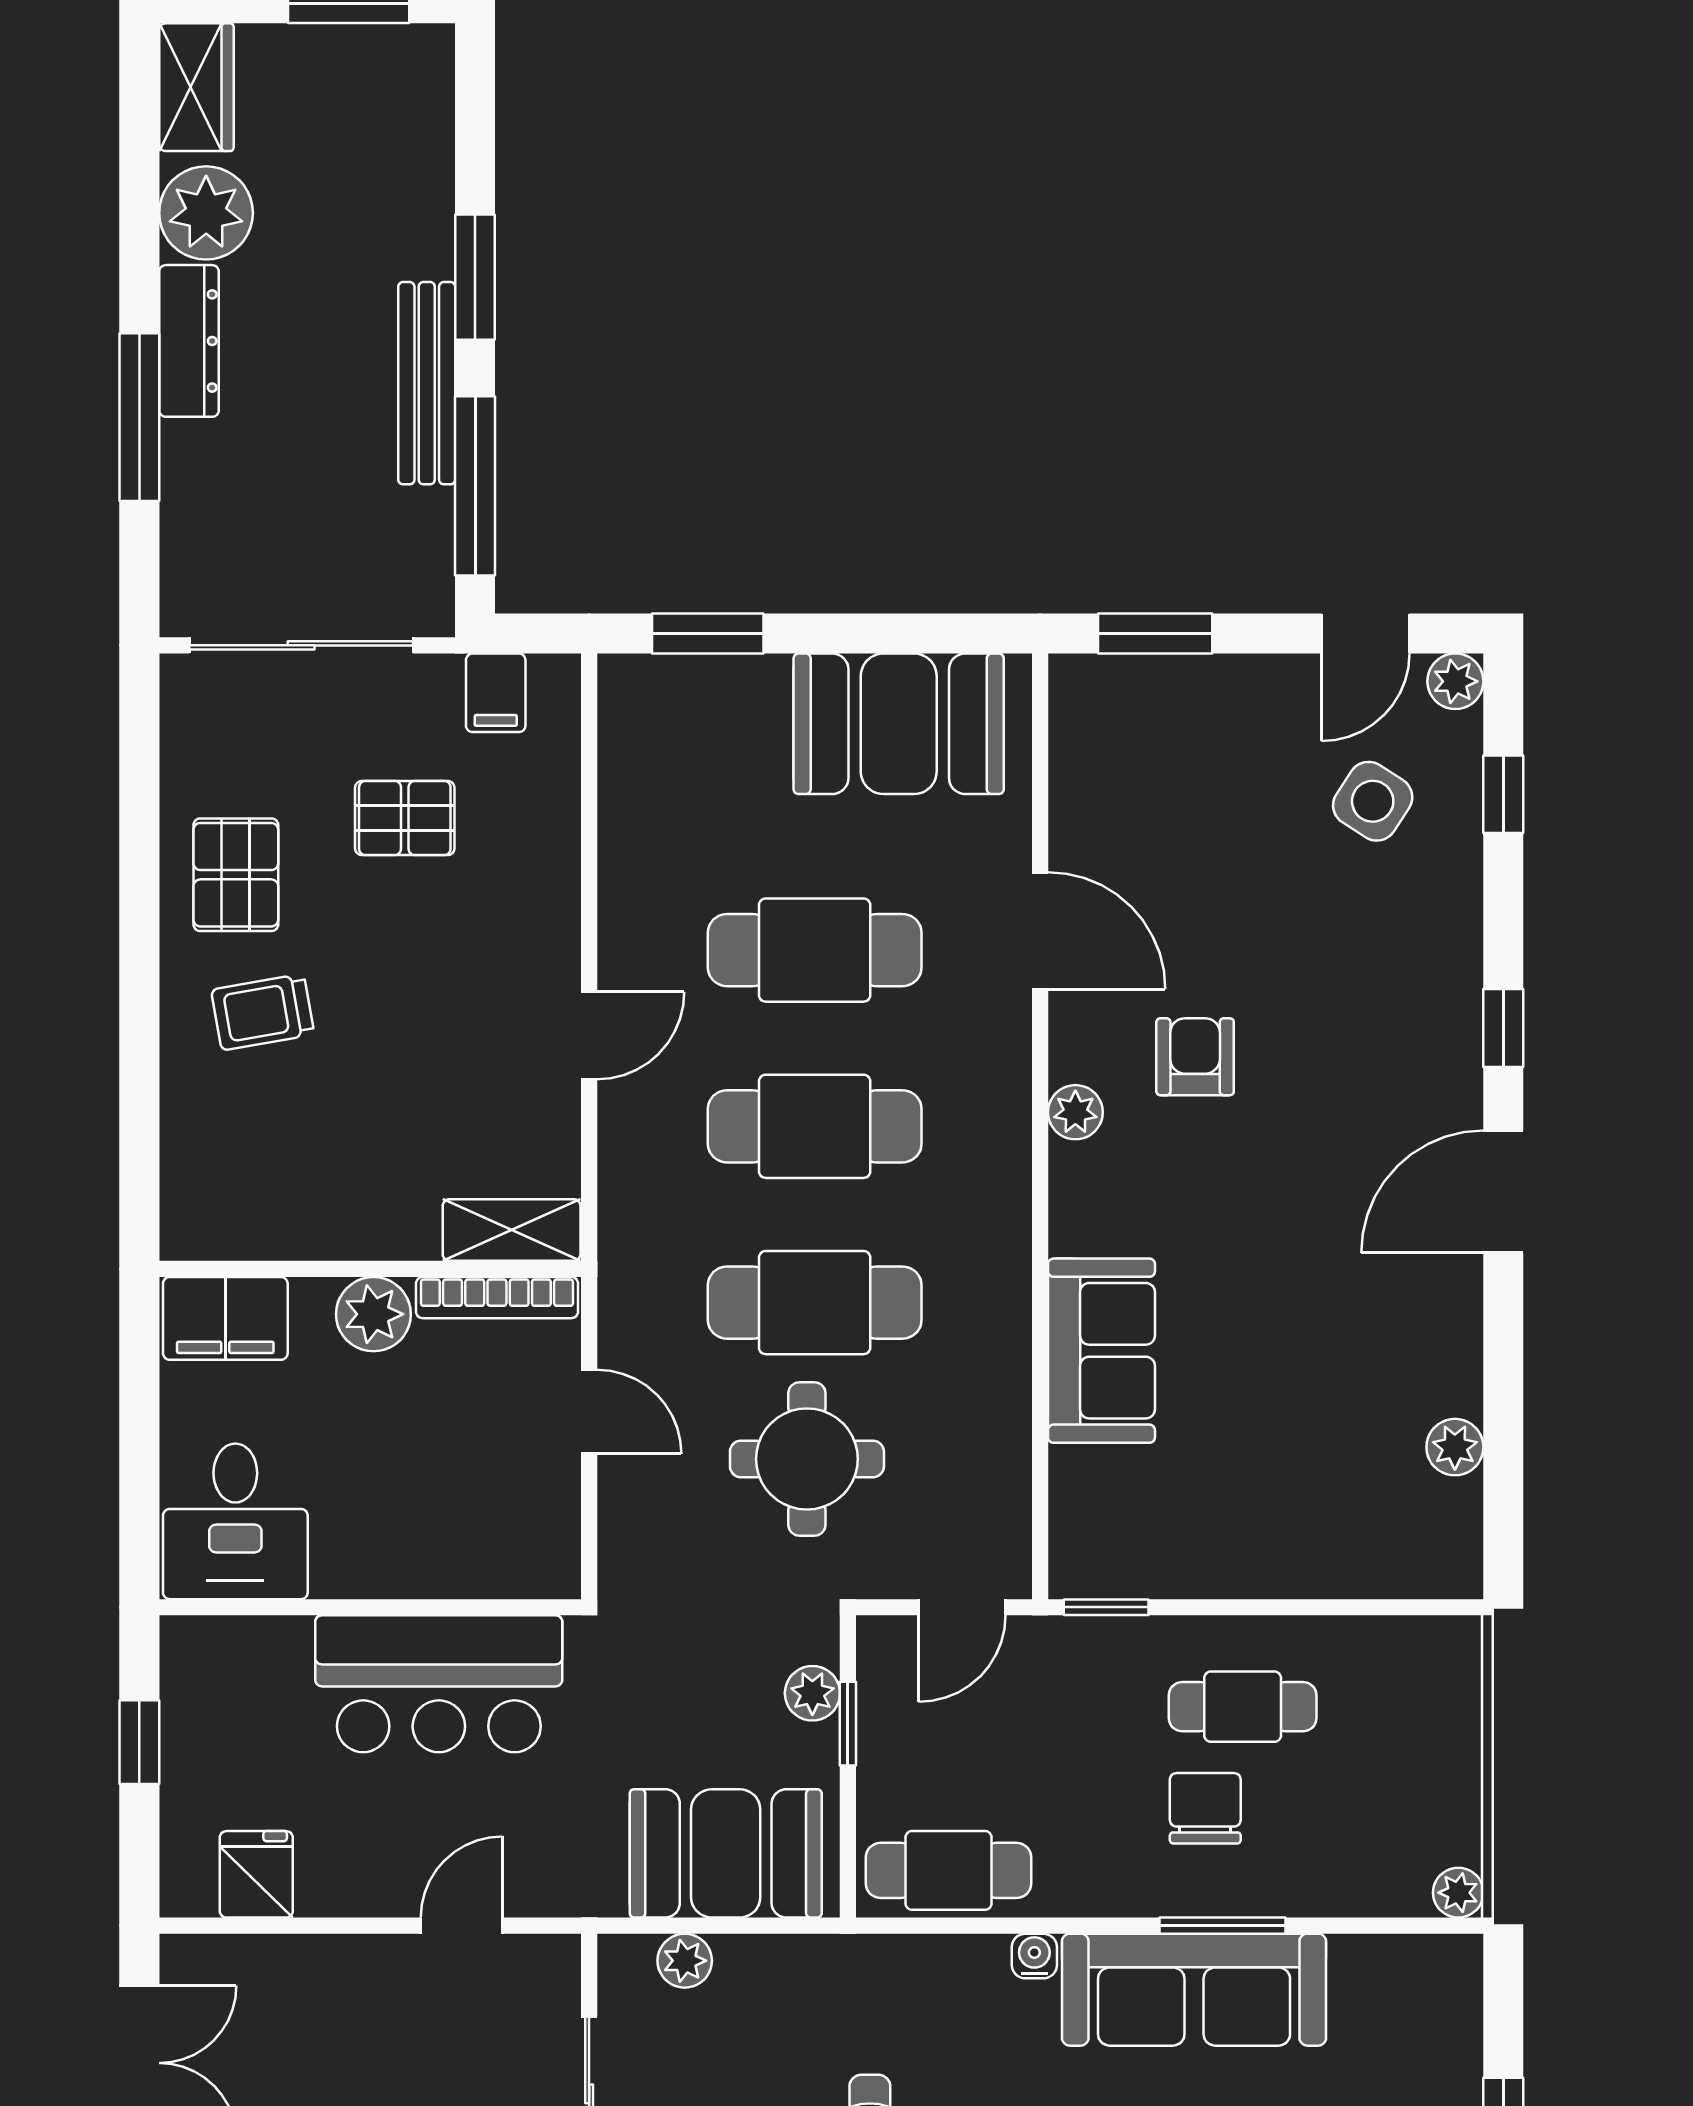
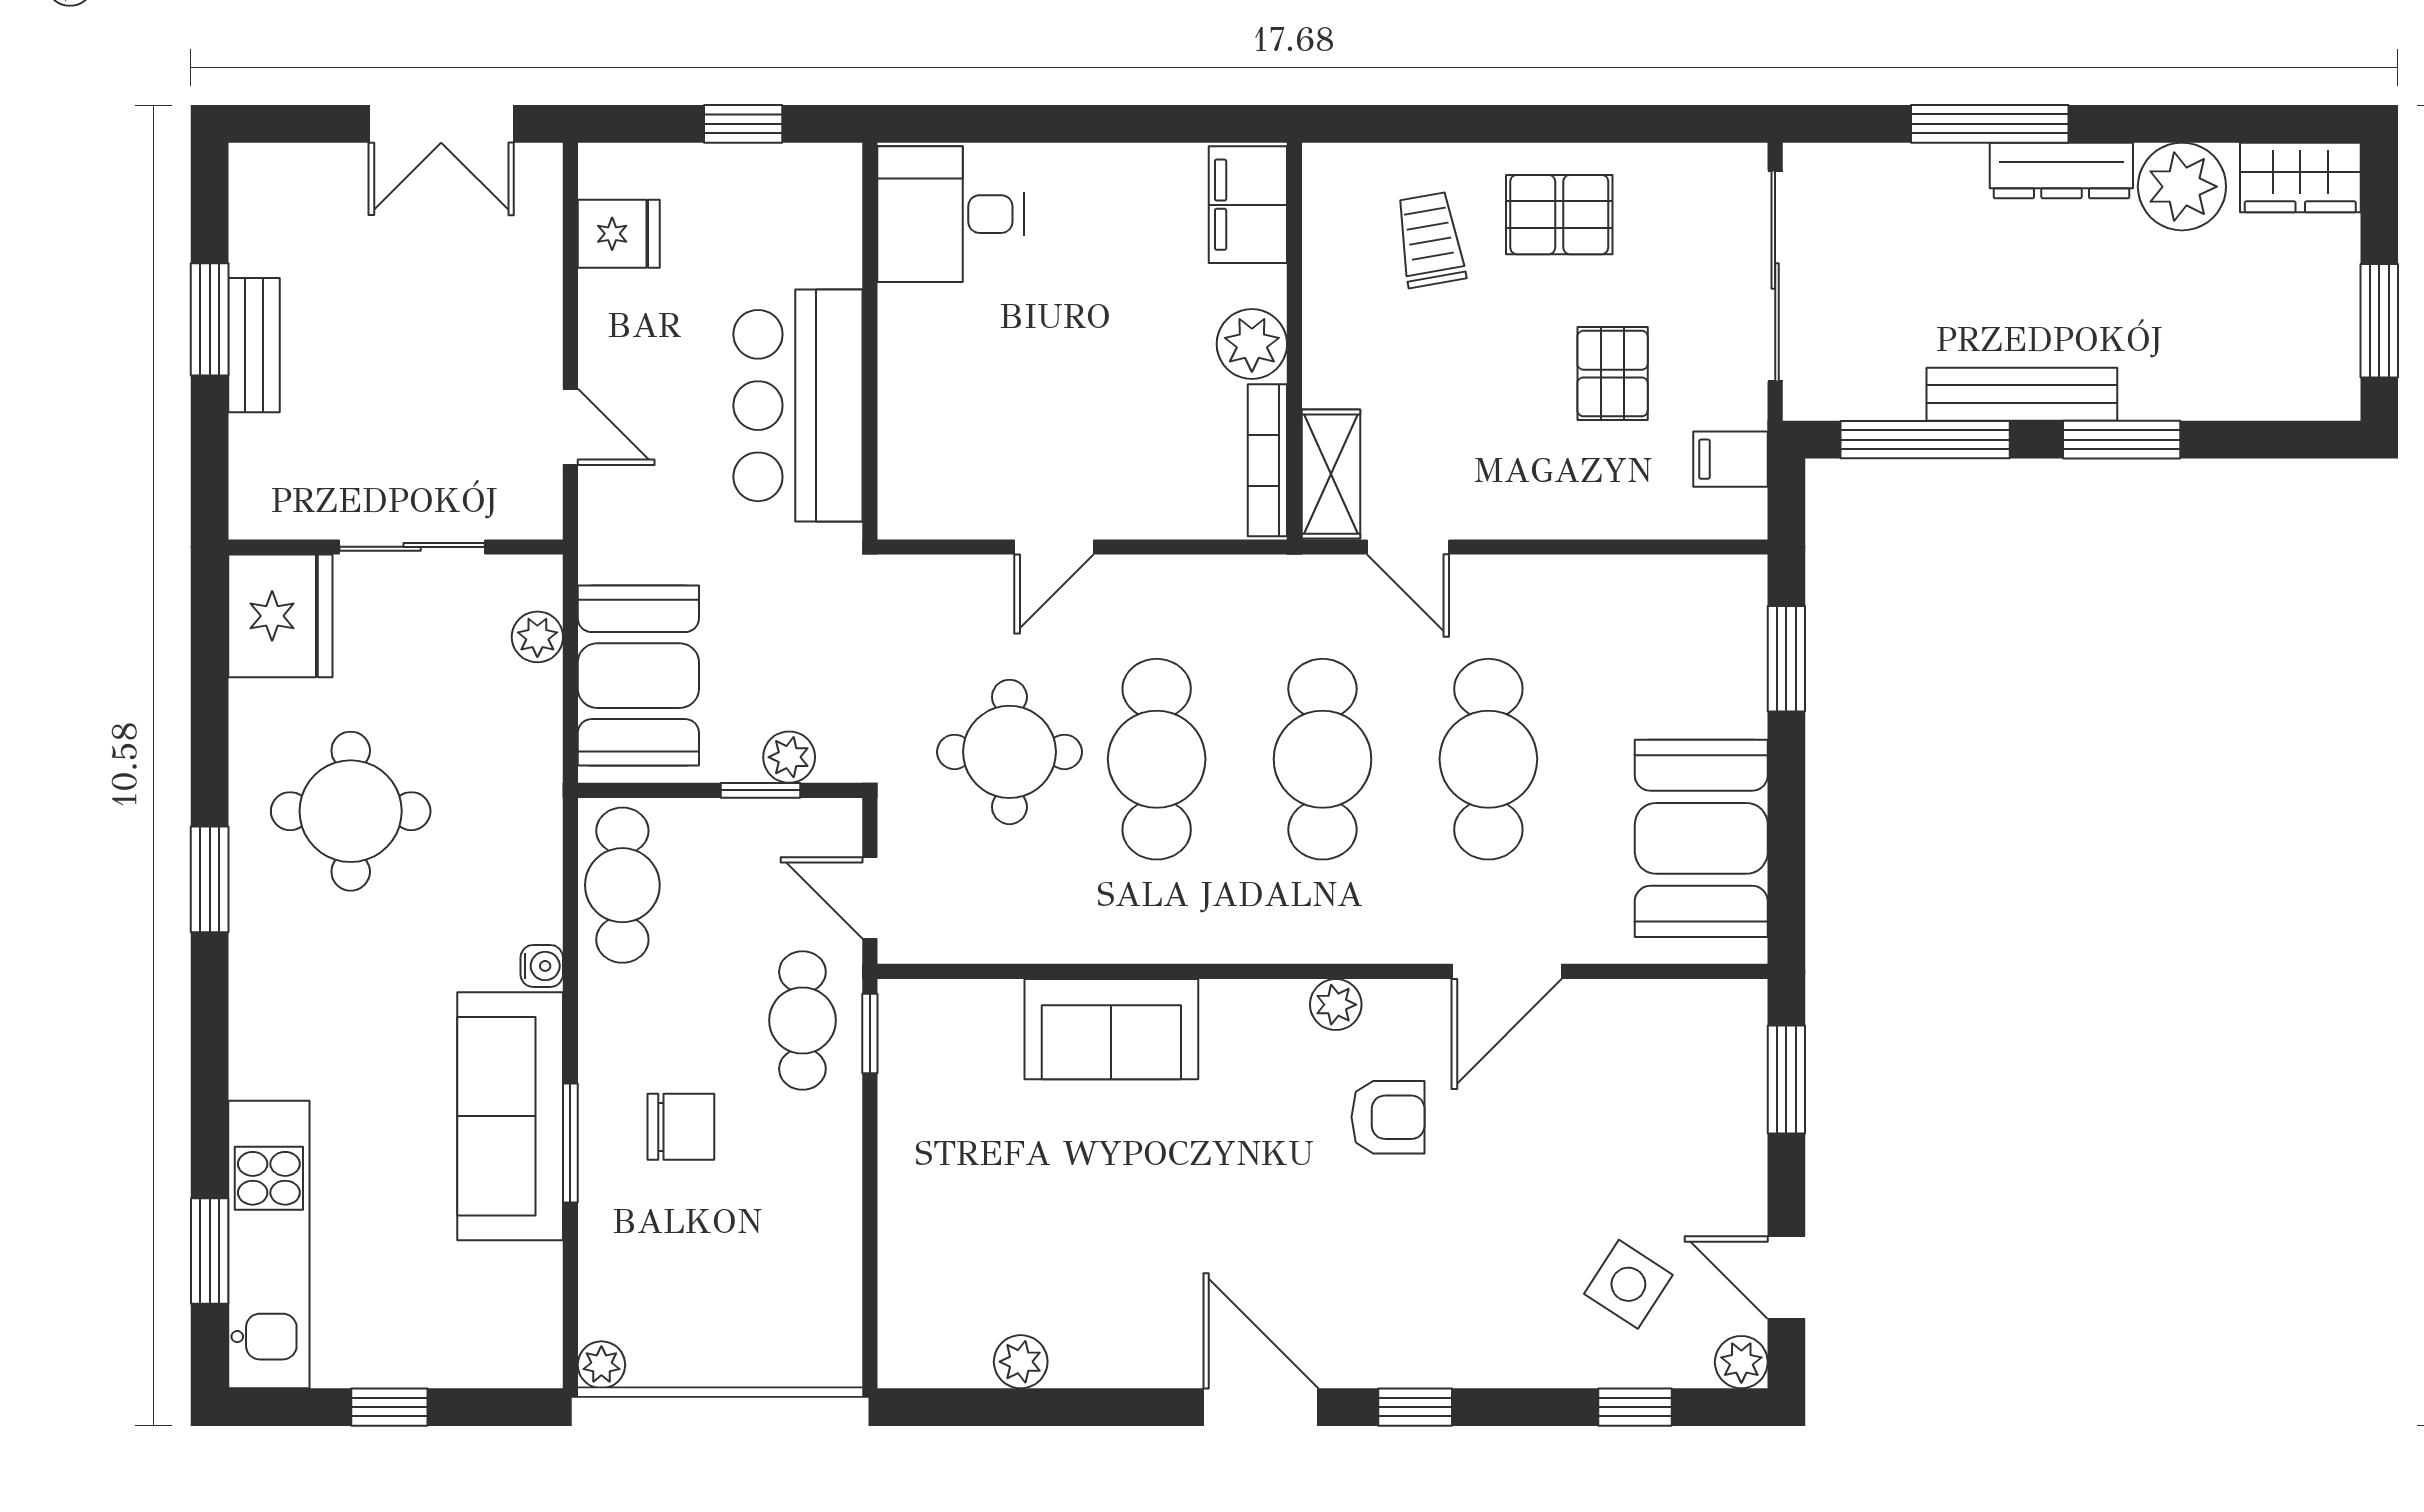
shelving: (512, 1230) -> (1331, 474), moved
wall: (370, 1269) -> (1294, 341), moved
bookcase: (497, 1298) -> (1267, 460), moved
plant: (373, 1314) -> (1252, 344), moved
filing cabinet: (225, 1318) -> (1248, 205), moved
cafe table: (1243, 1707) -> (802, 1020), moved

